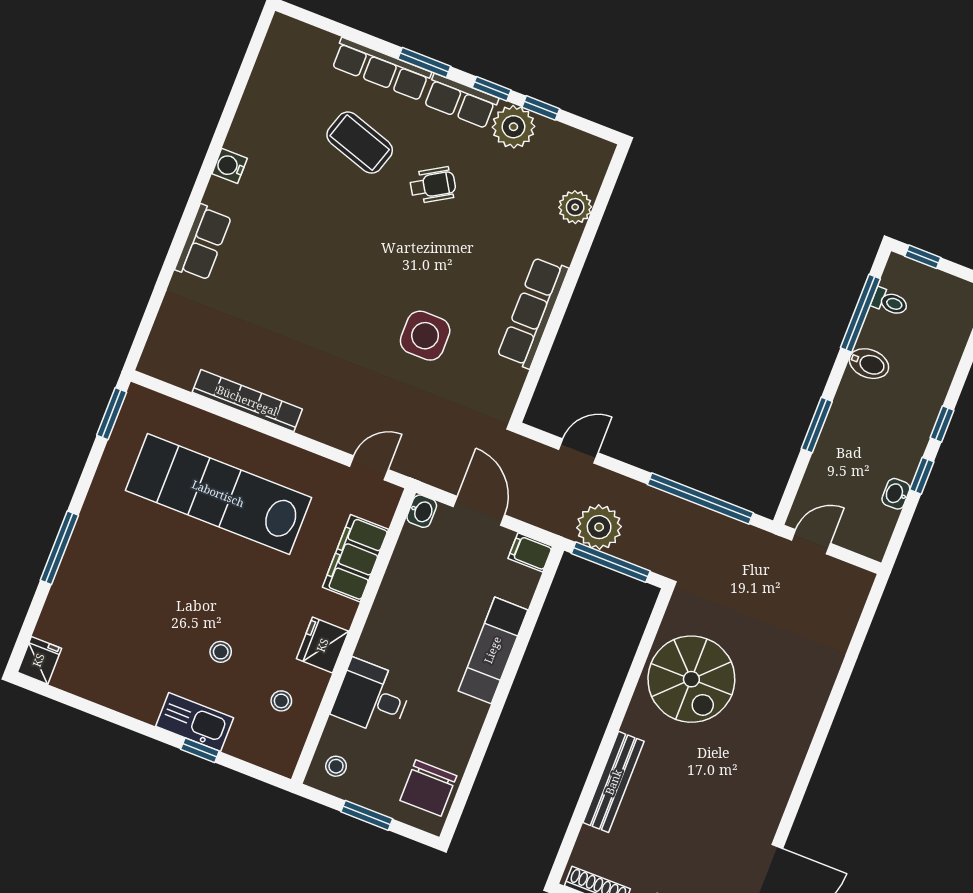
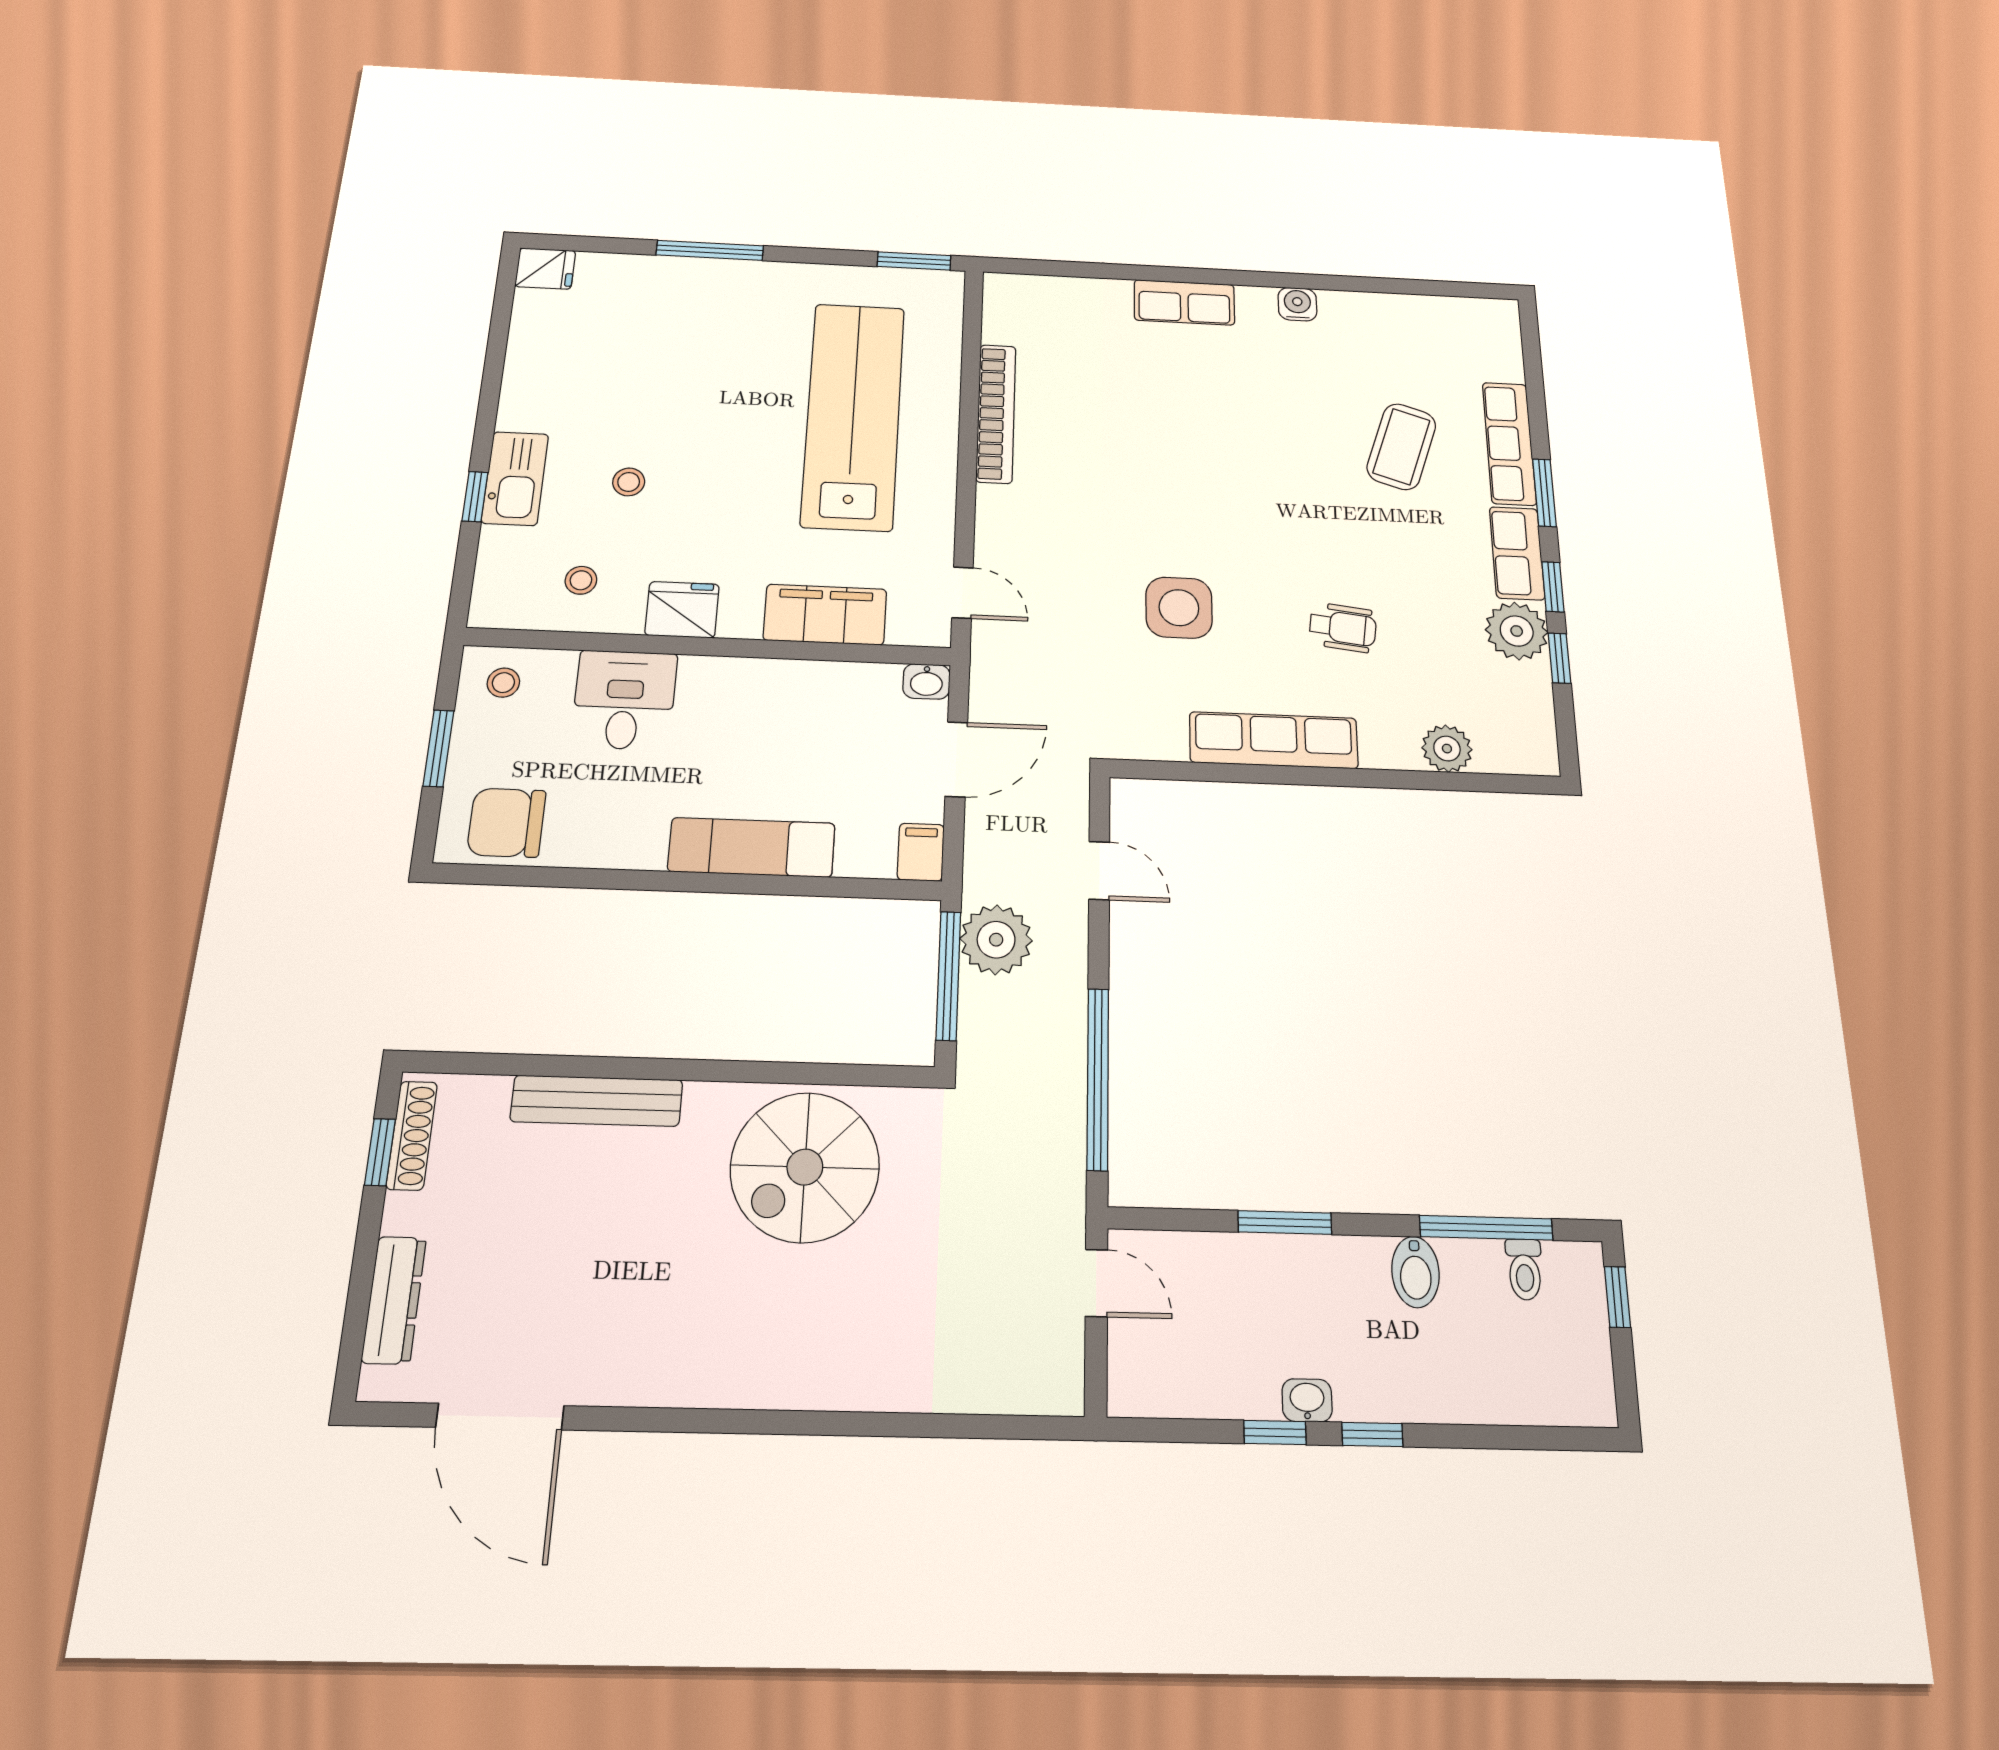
wheelchair: (433, 185) -> (1343, 628), moved, turned -52
washbasin: (896, 494) -> (1307, 1400), moved

